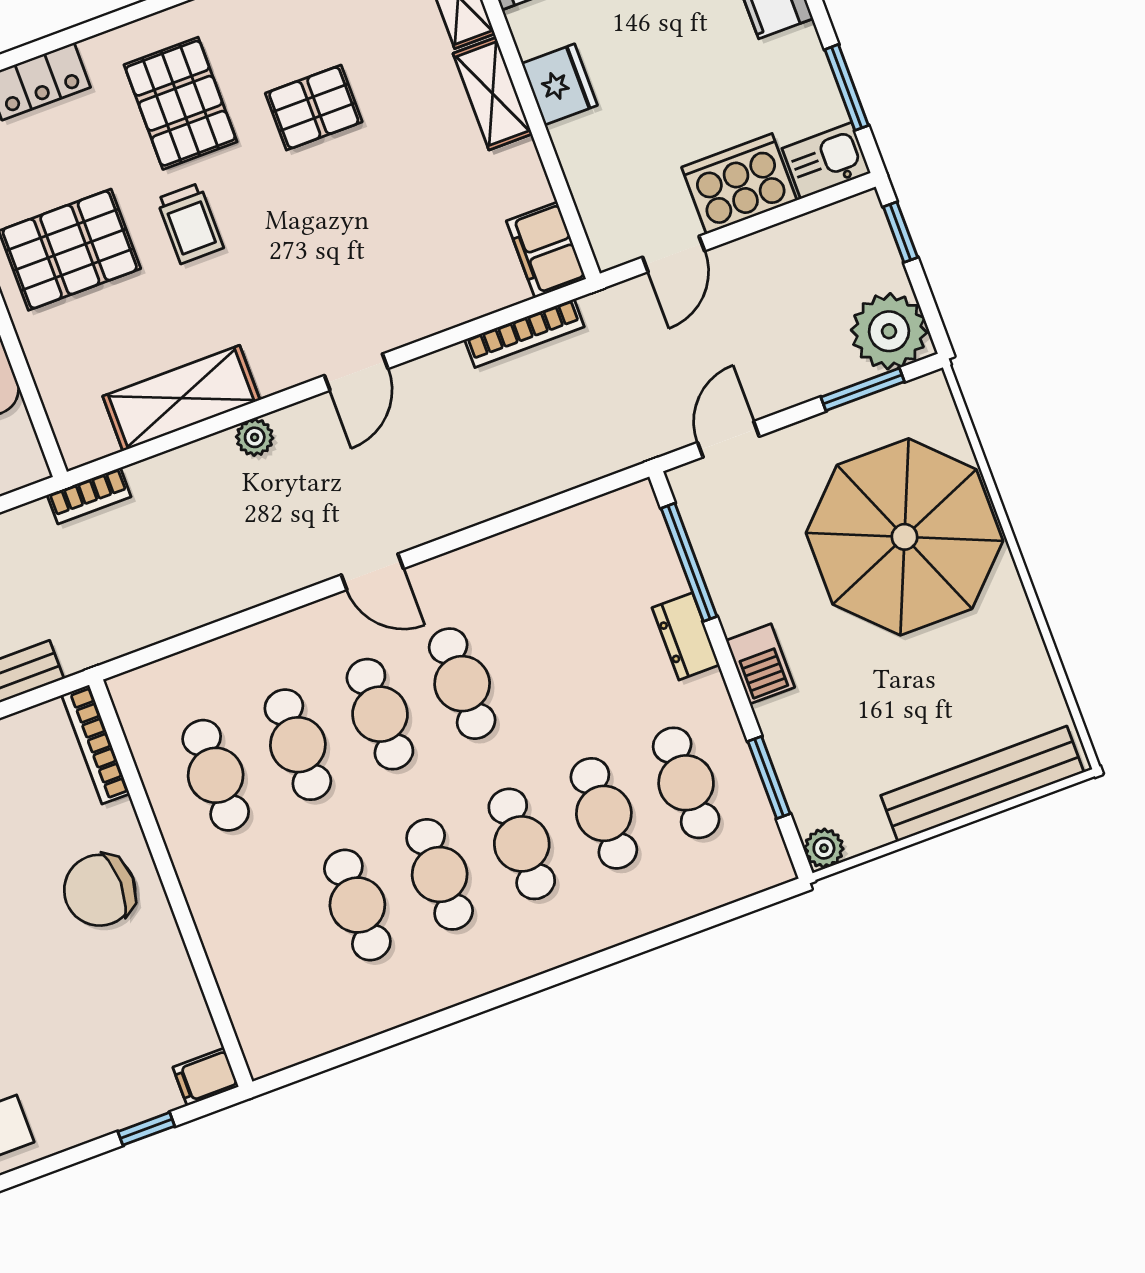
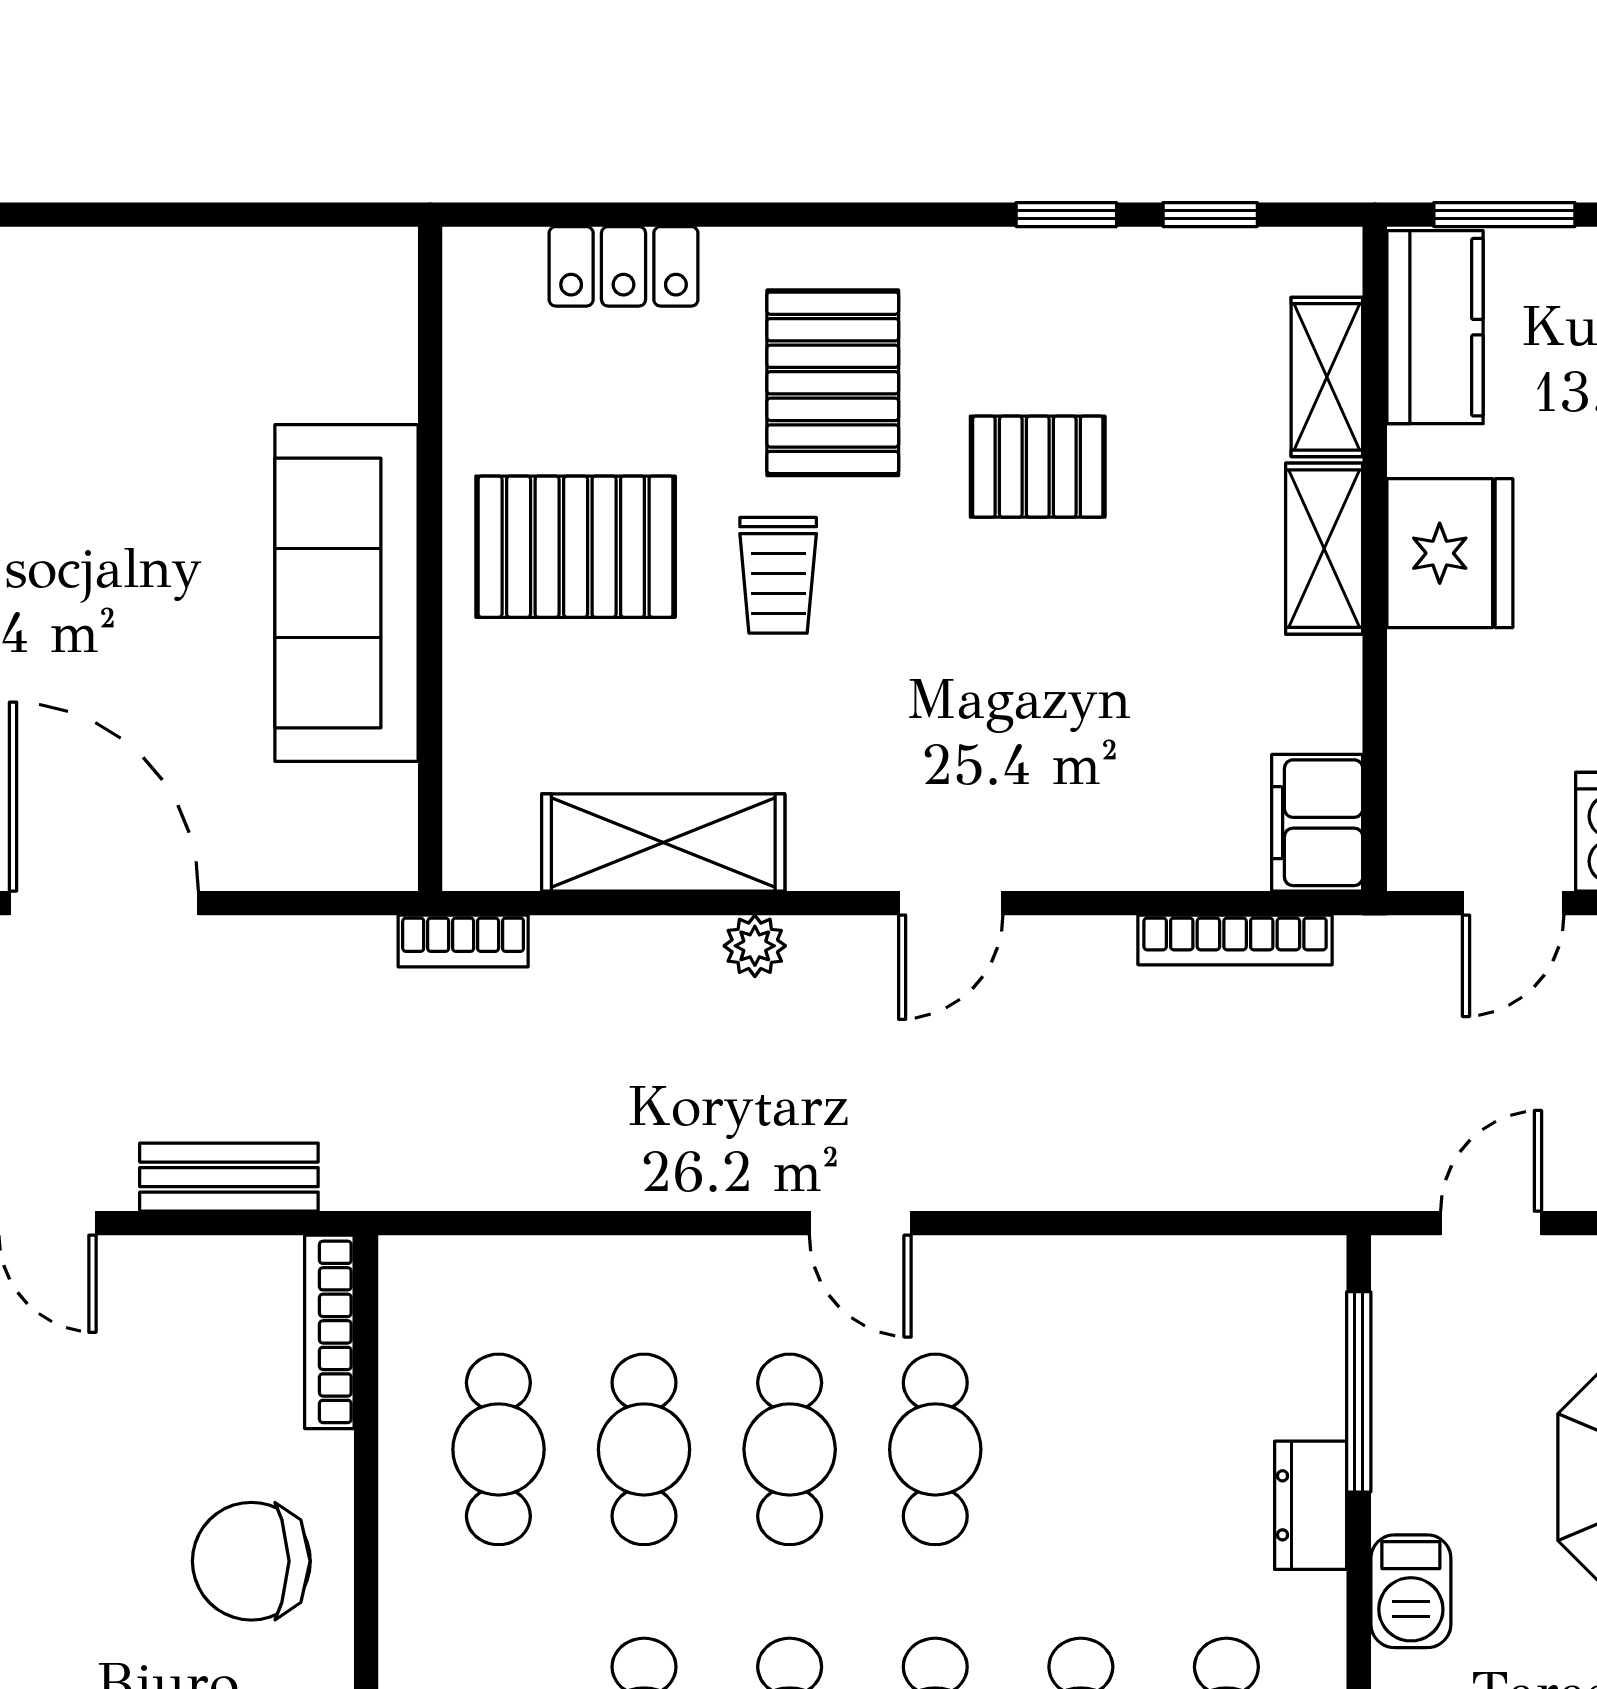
fridge: (560, 84) -> (1450, 553), width x1.36, depth x1.34

